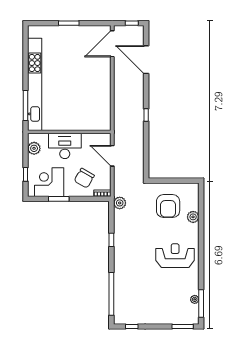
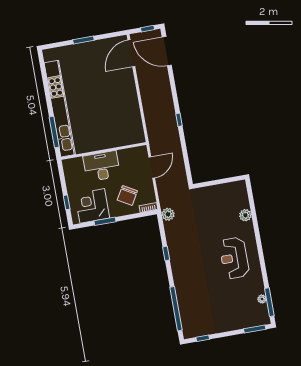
door: (146, 60) -> (167, 51), moved
plant: (34, 148) -> (71, 174), removed
door: (112, 156) -> (152, 167), swing flipped
armchair: (168, 206) -> (218, 209), removed
reception desk: (175, 256) -> (234, 258), turned -90

